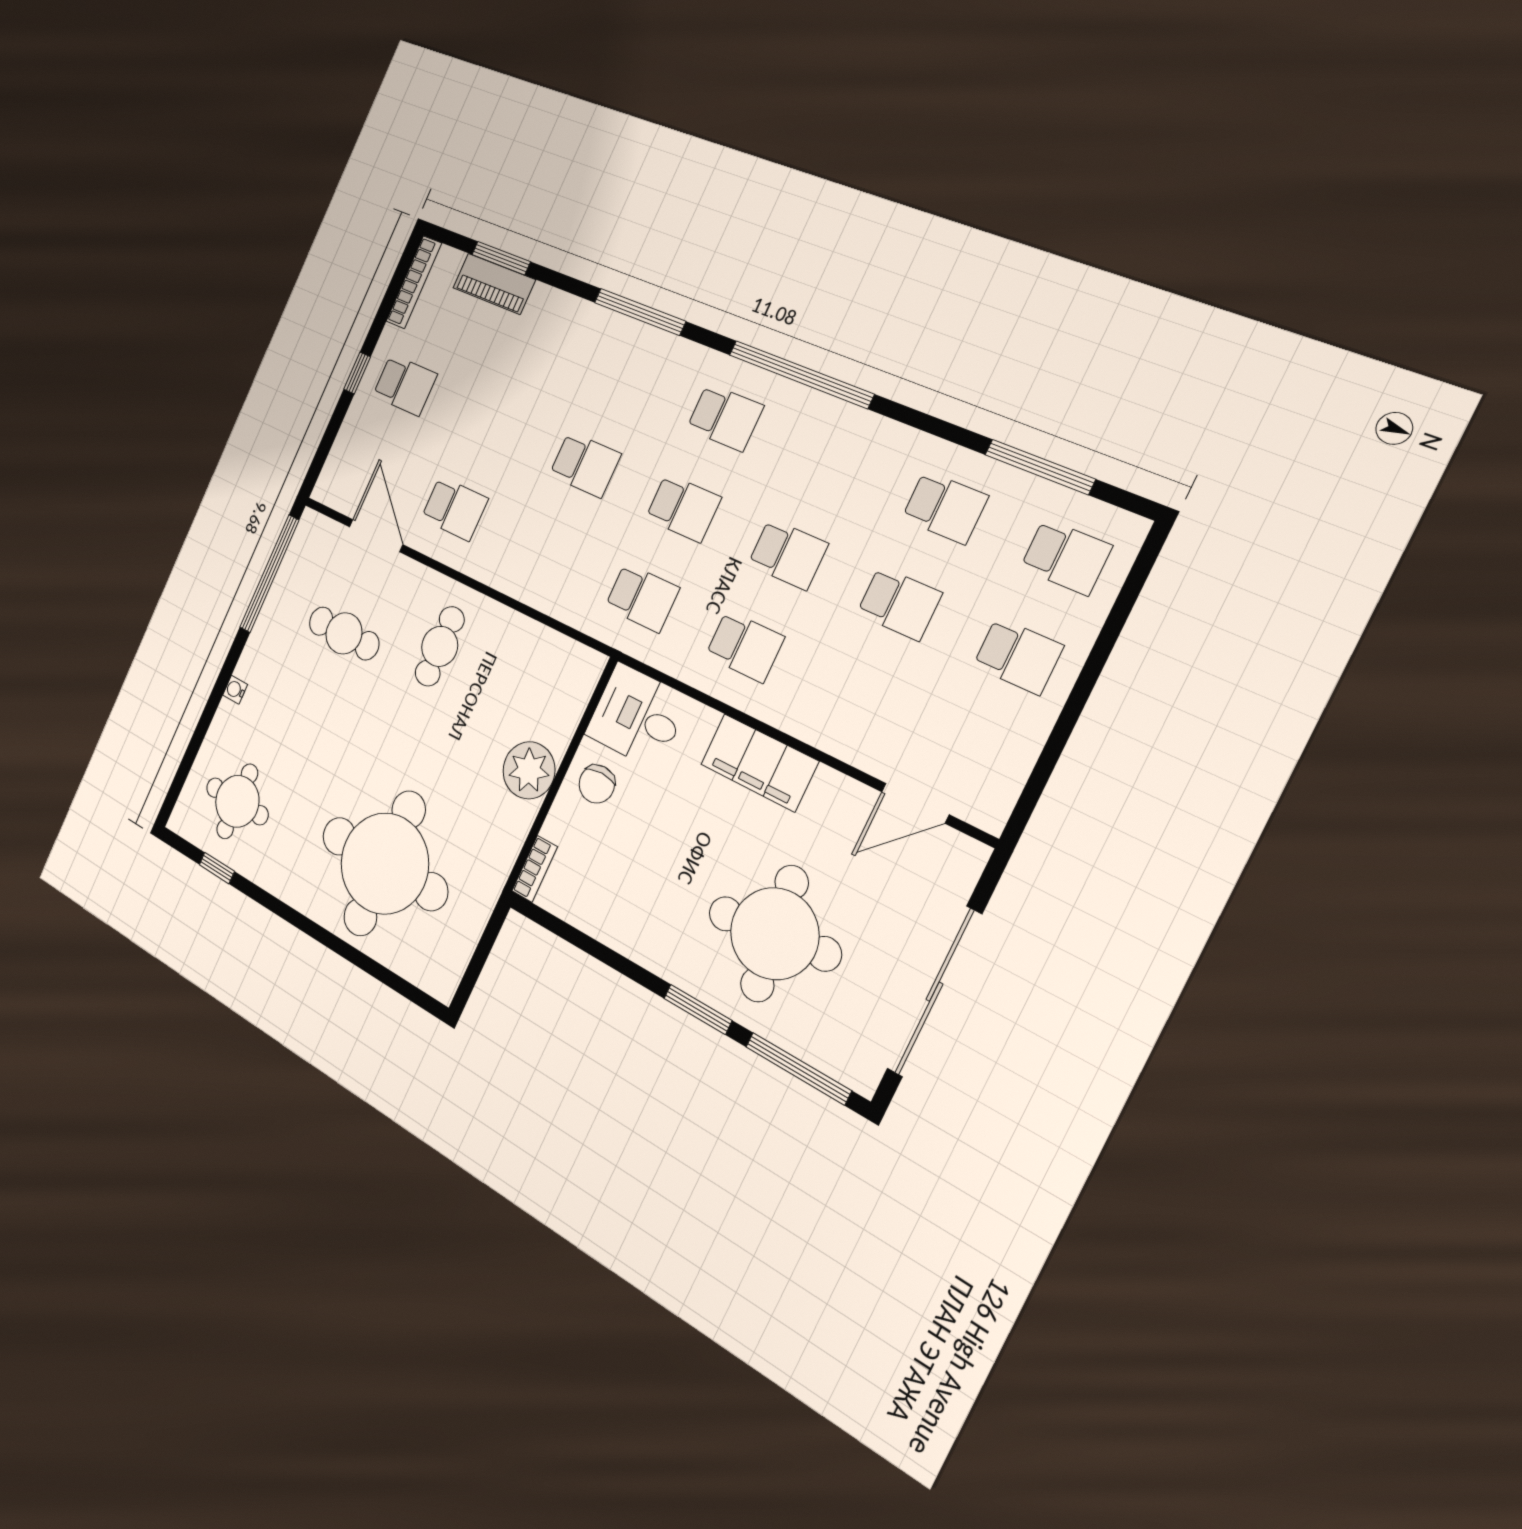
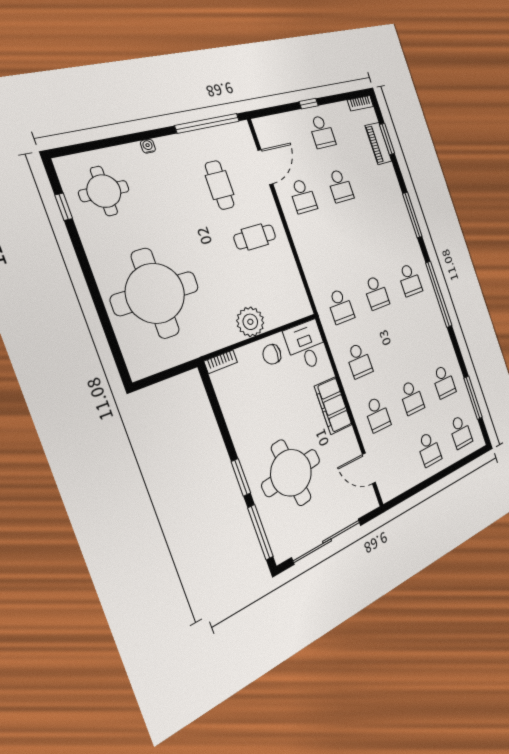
bookcase: (414, 282) -> (360, 103), width x0.64
school desk: (585, 465) -> (340, 186), moved
school desk: (788, 554) -> (377, 414), moved

